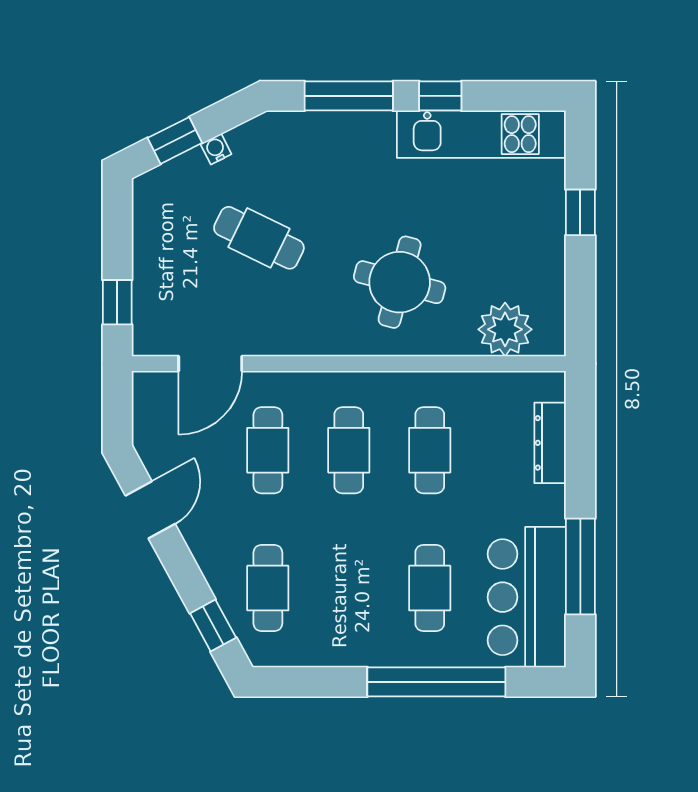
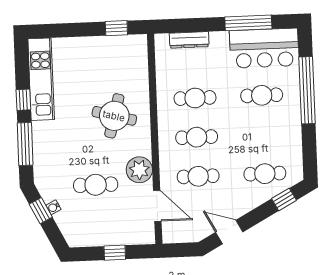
window: (175, 140) -> (41, 211), moved
window: (580, 212) -> (116, 28), moved
cafe table: (259, 238) -> (96, 185), turned 64
window: (117, 302) -> (115, 253), moved
plant: (505, 329) -> (139, 170), moved

